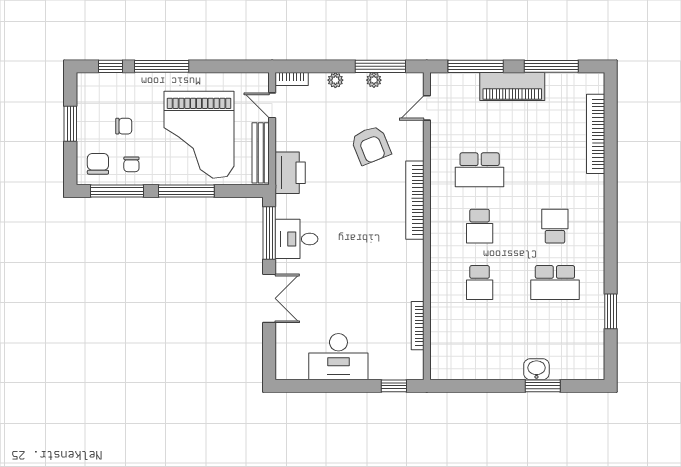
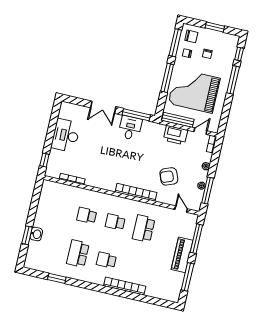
bookcase: (596, 134) -> (125, 286), moved
printer: (290, 173) -> (175, 135), moved
school desk: (555, 226) -> (106, 260), turned 180

